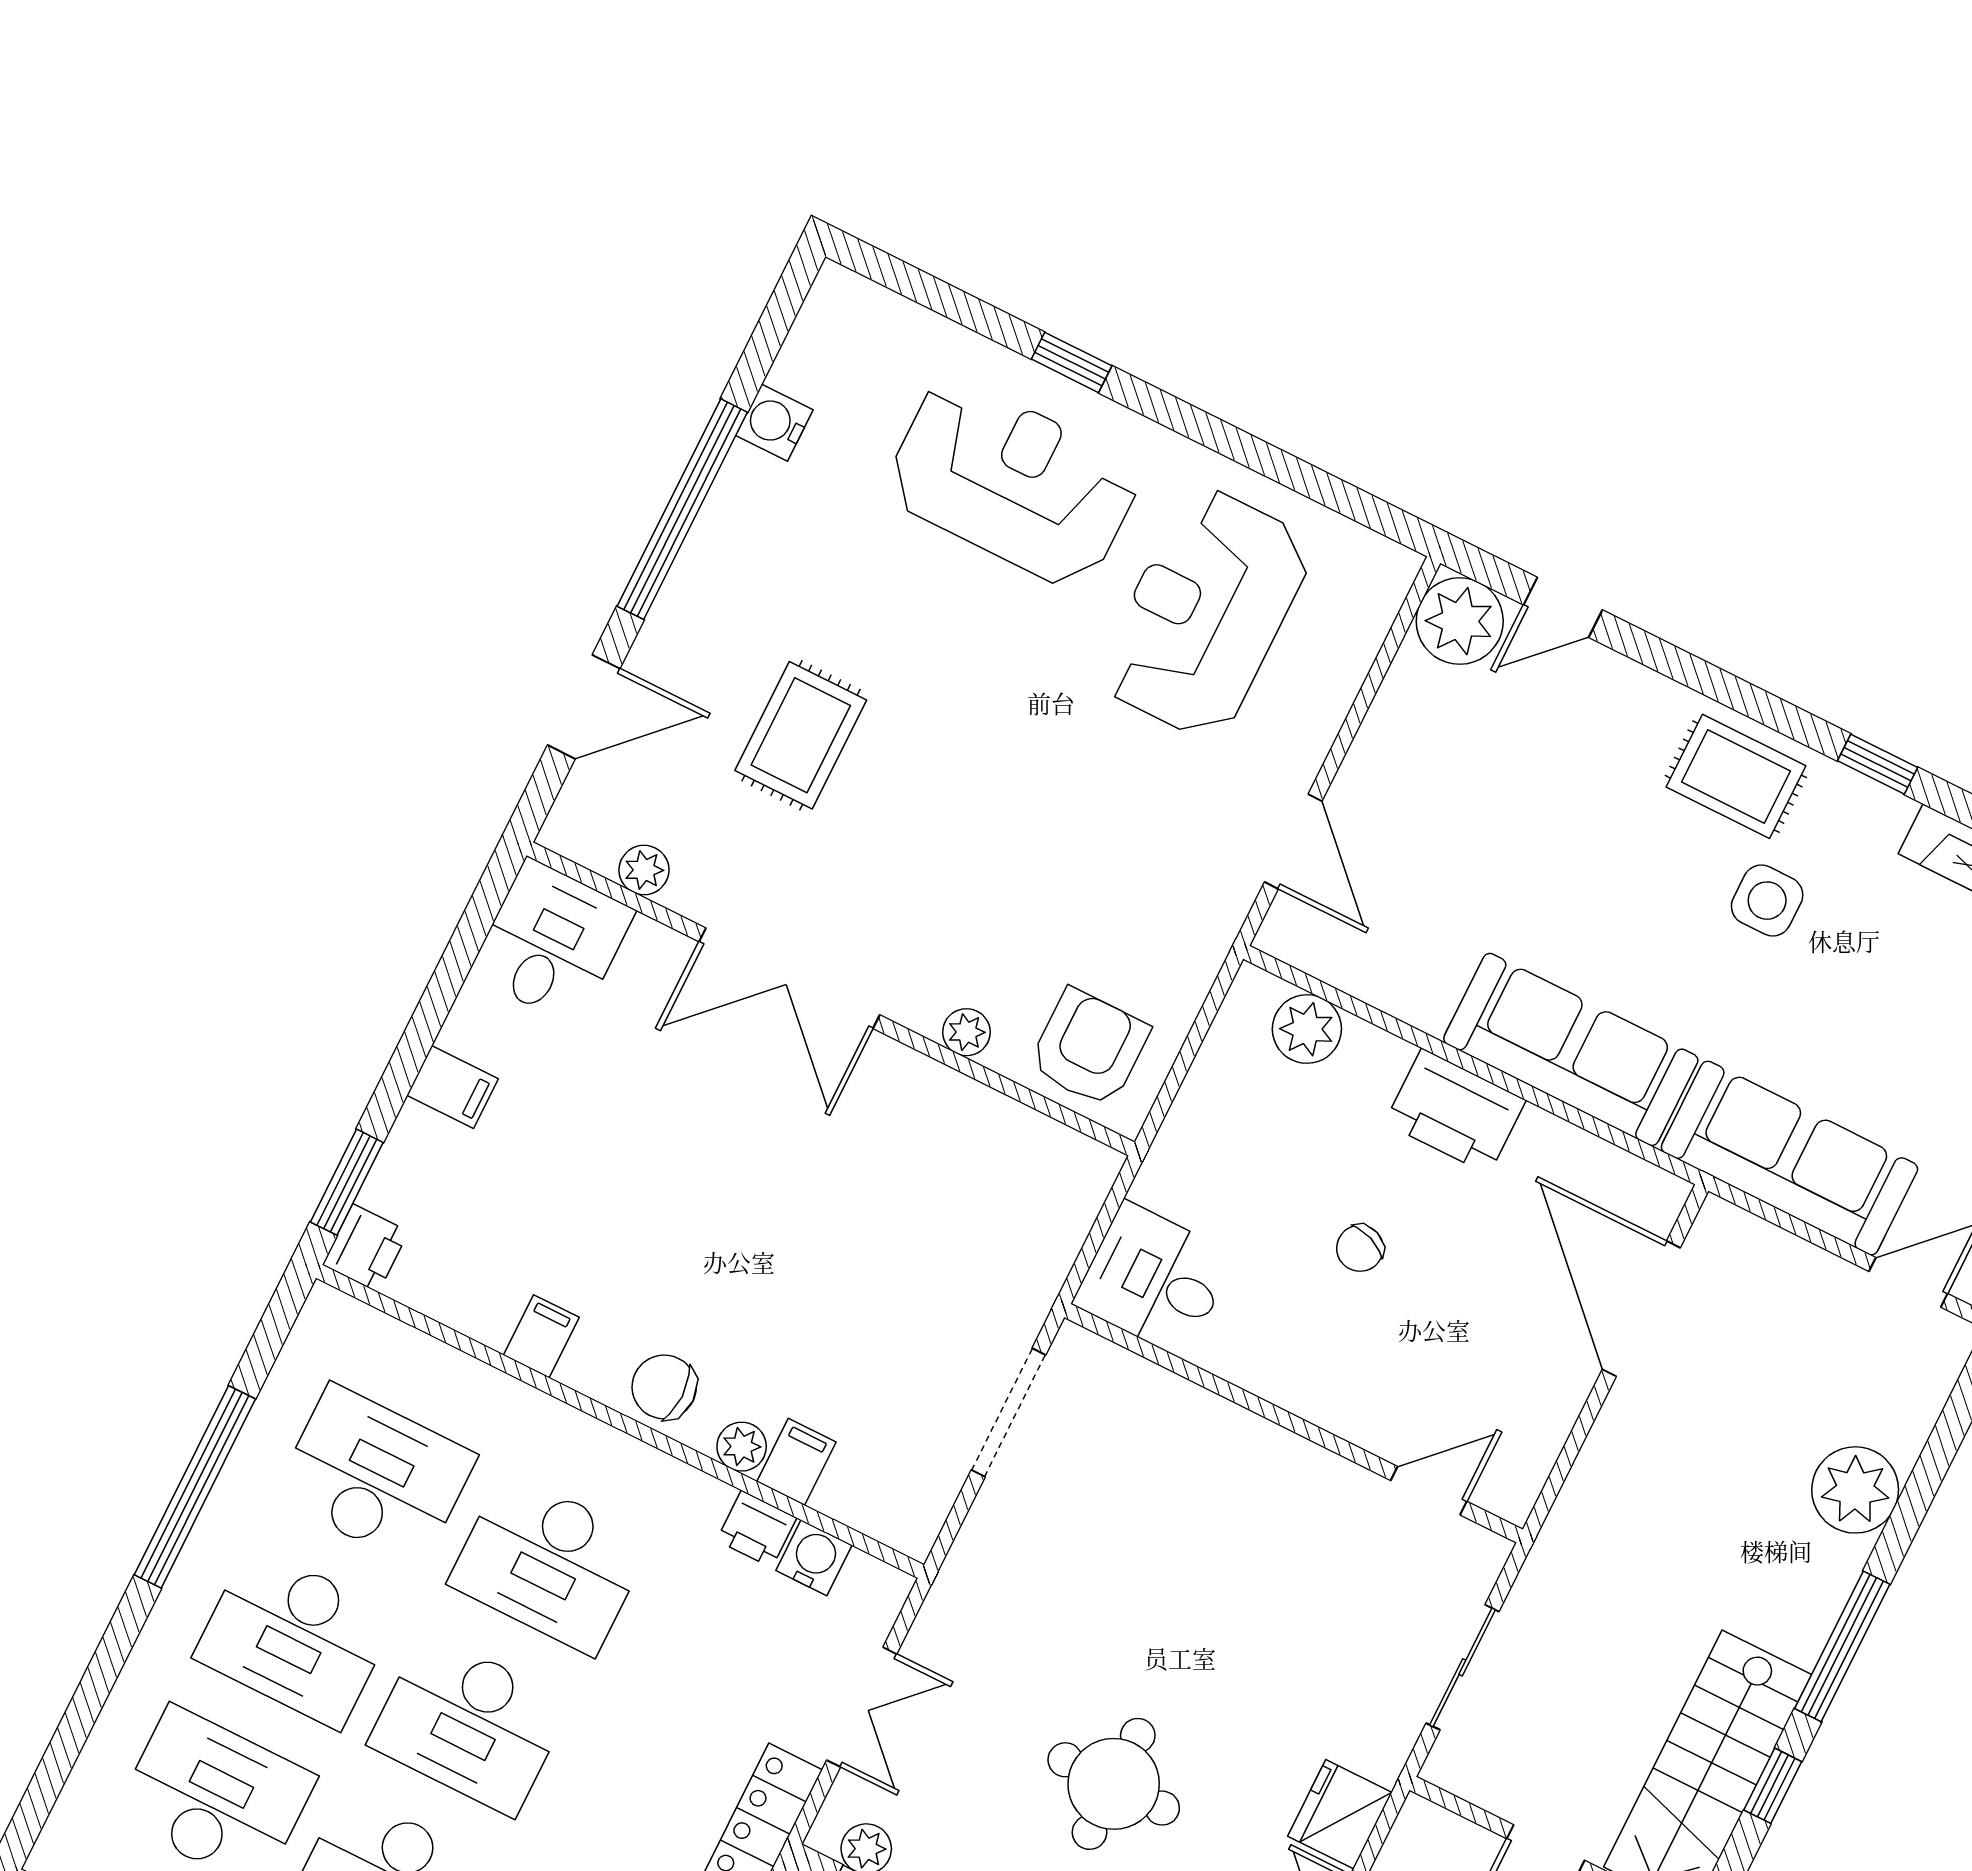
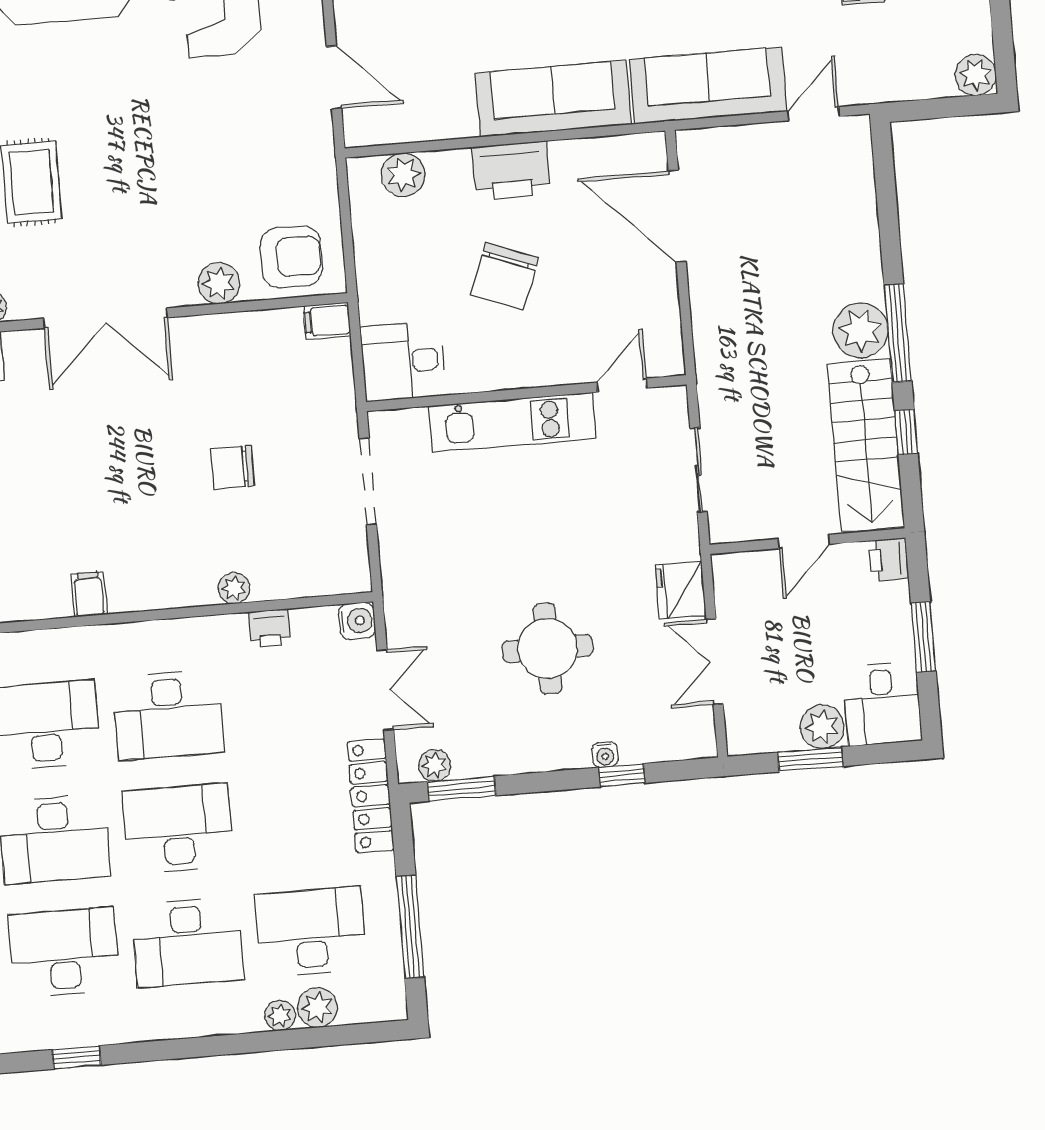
plant: (966, 1032) -> (219, 283), width x1.38, depth x1.38
armchair: (1089, 1048) -> (291, 257), turned 90
chair: (1360, 1248) -> (504, 276), width x1.87, depth x1.87
chair: (664, 1387) -> (233, 467), moved
kitchen unit: (1251, 1451) -> (512, 422), added
filing cabinet: (796, 1462) -> (327, 321), moved, turned -90
plant: (1855, 1490) -> (860, 330), moved
water cooler: (814, 1558) -> (357, 621), moved, turned 90
desk: (469, 1724) -> (178, 828), turned 180

